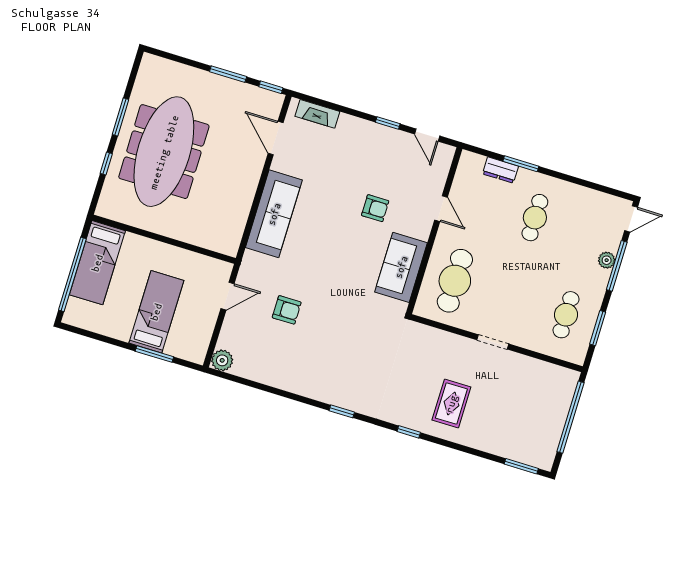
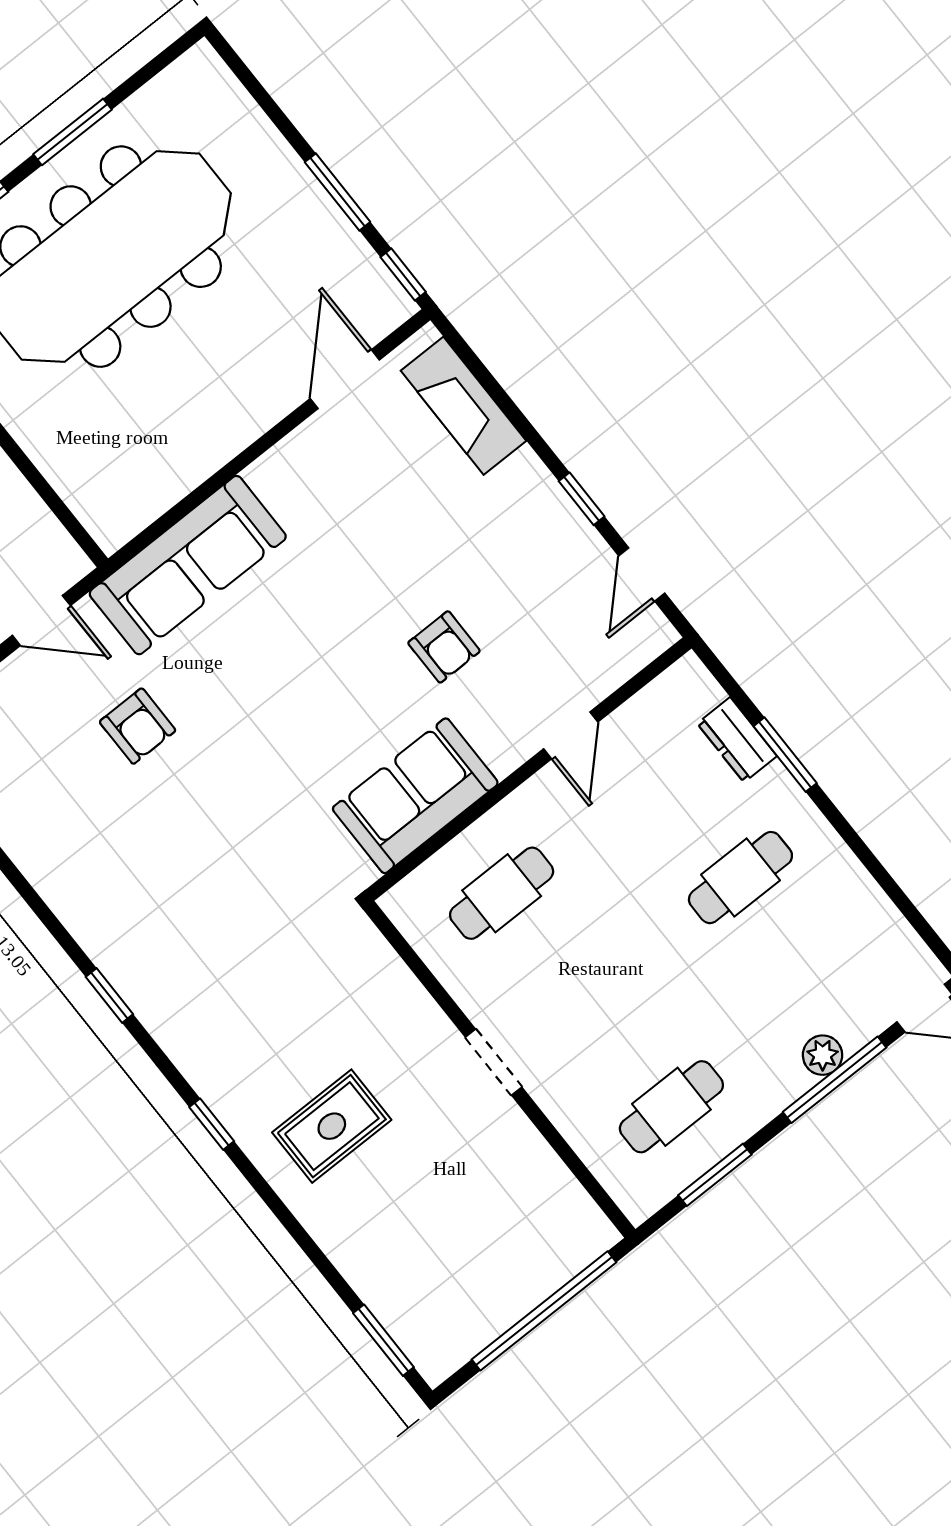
fireplace: (317, 114) -> (464, 406), width x1.37, depth x1.32
sofa: (274, 214) -> (188, 565), moved
cafe table: (455, 281) -> (502, 893), width x0.73, depth x0.74

